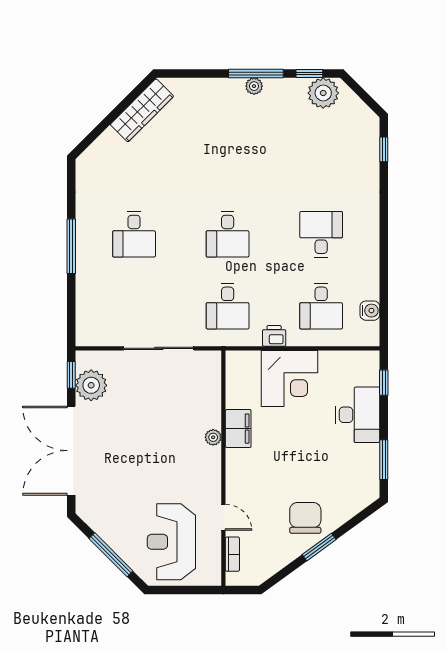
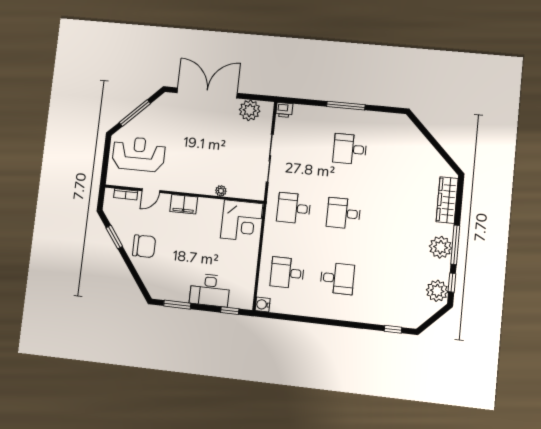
plant: (254, 86) -> (441, 247), width x1.87, depth x1.87
wardrobe: (142, 110) -> (447, 200), moved, turned 45
water cooler: (370, 311) -> (263, 305), moved, turned 90
printer: (274, 336) -> (284, 110), moved, turned 90
window: (71, 375) -> (258, 98), removed
corner desk: (289, 379) -> (242, 221), moved, turned -90
filing cabinet: (238, 429) -> (184, 204), moved
plant: (213, 437) -> (221, 191), moved
window: (319, 547) -> (114, 237), moved

